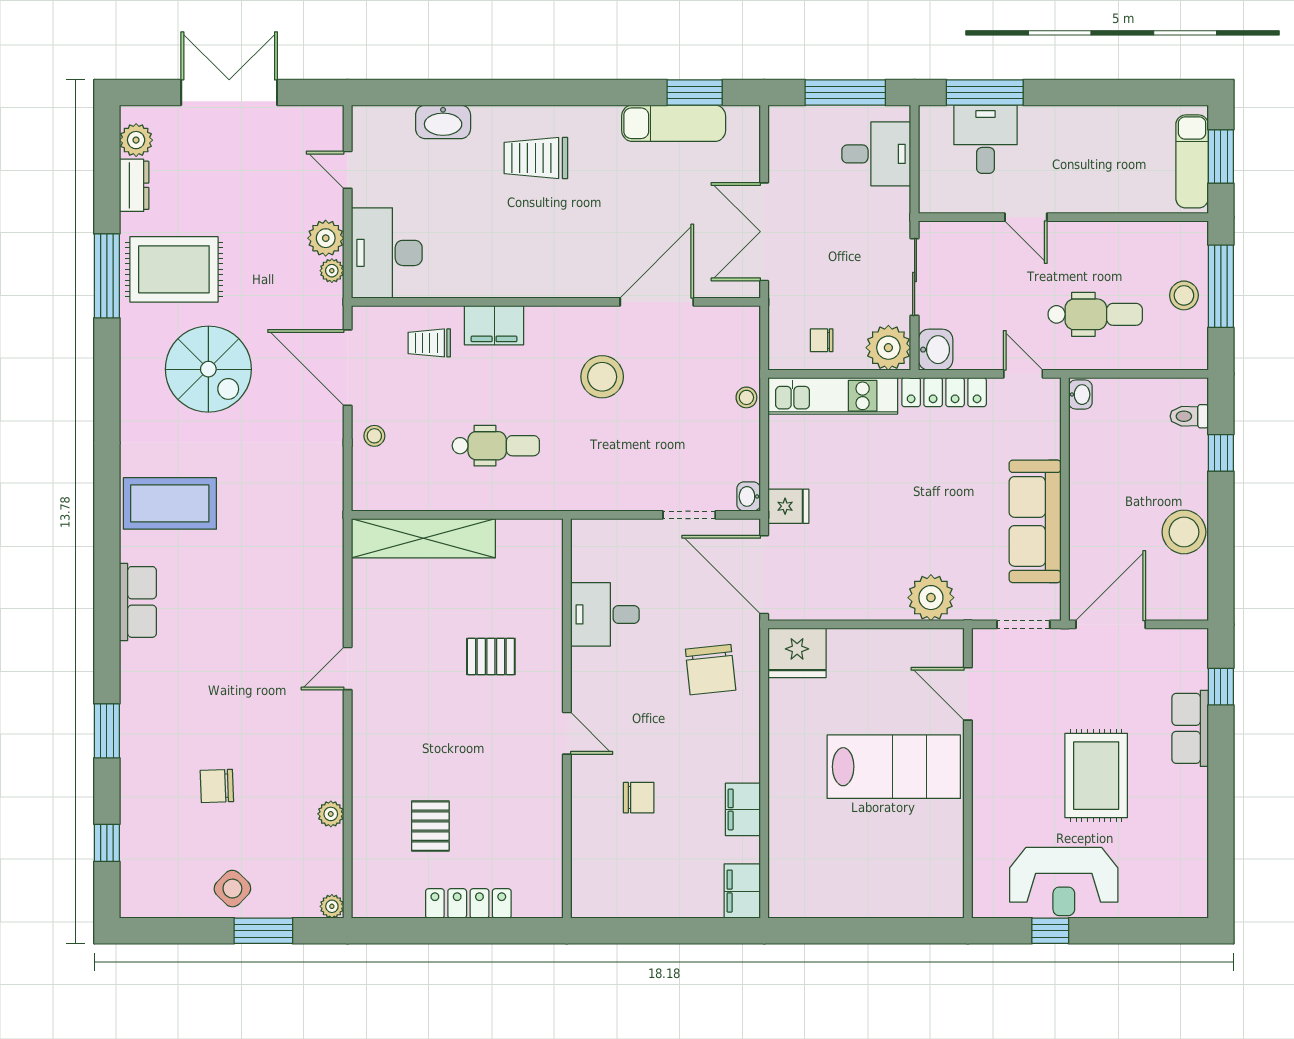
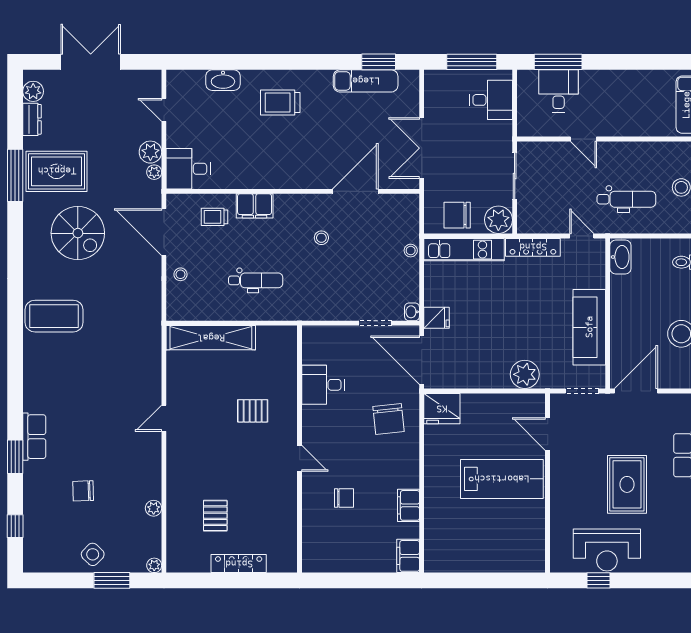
desk: (387, 253) -> (188, 169), width x0.73
chair: (822, 340) -> (457, 215), width x1.87, depth x1.87
washbasin: (936, 350) -> (528, 221), removed
stool: (602, 377) -> (321, 238), width x0.53, depth x0.53
washbasin: (1080, 395) -> (620, 257), width x1.91, depth x1.45
row of seats: (138, 602) -> (34, 437), moved

